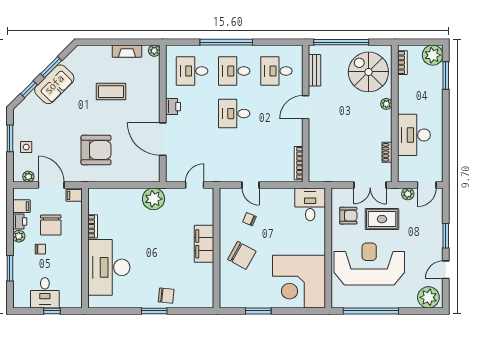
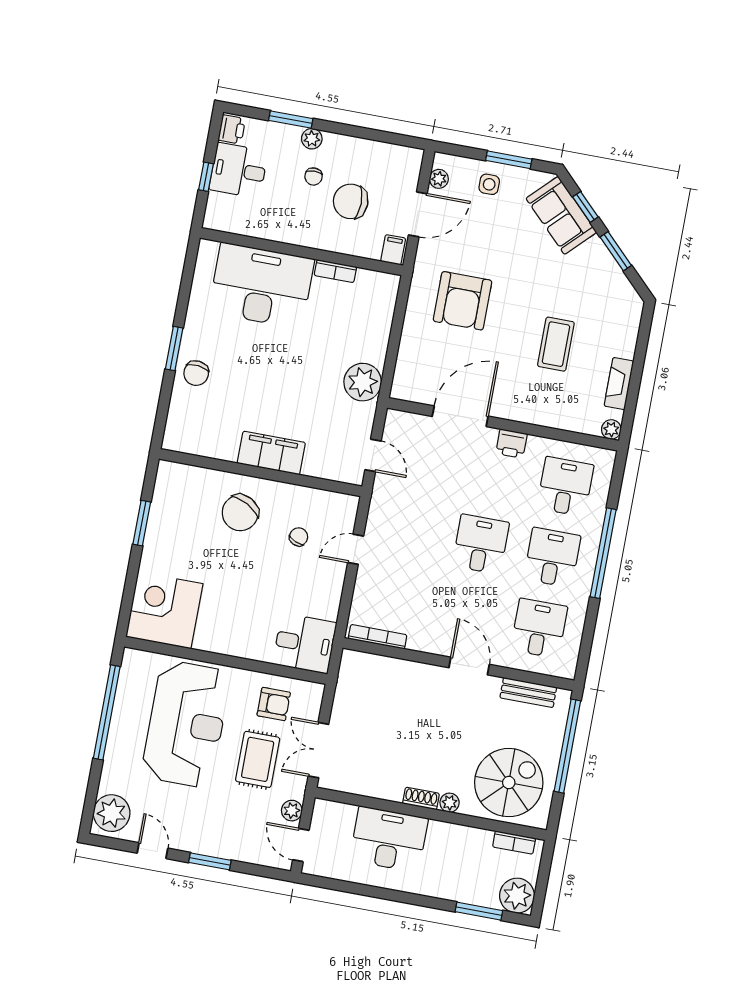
sofa: (54, 84) -> (561, 215), moved
shoe rack: (387, 152) -> (421, 799), moved
filing cabinet: (21, 206) -> (391, 158), removed
armchair: (348, 216) -> (274, 704), turned -90
printer: (20, 221) -> (232, 129), moved, turned -90
plant: (19, 236) -> (312, 139), moved
corner desk: (299, 282) -> (164, 610), width x0.74, depth x0.74

